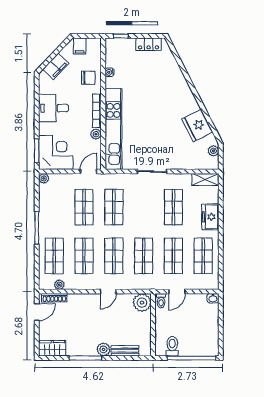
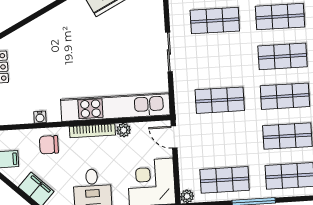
chair: (88, 78) -> (49, 145), turned -90
shop shelf: (84, 207) -> (225, 180), moved

